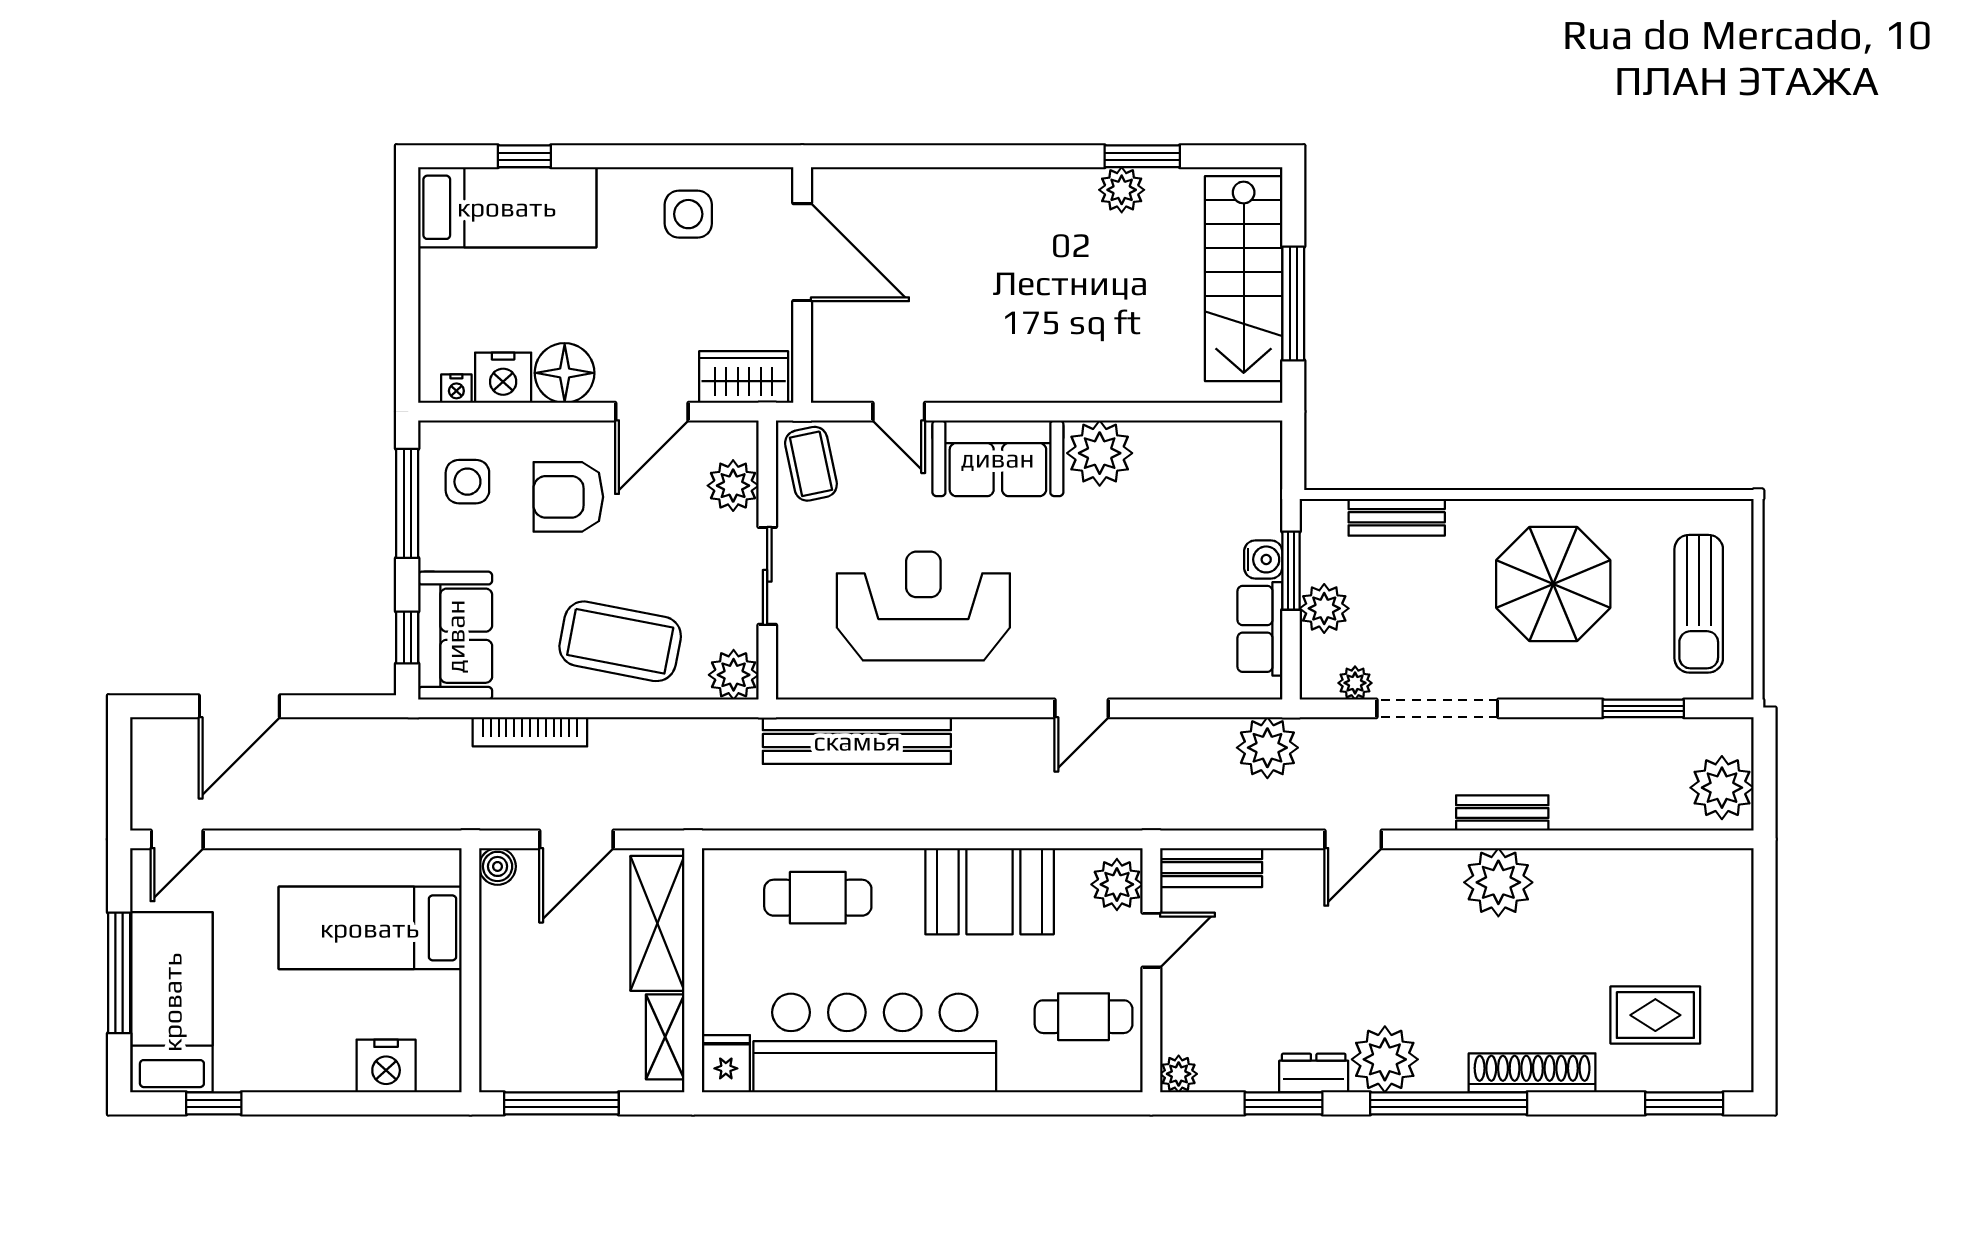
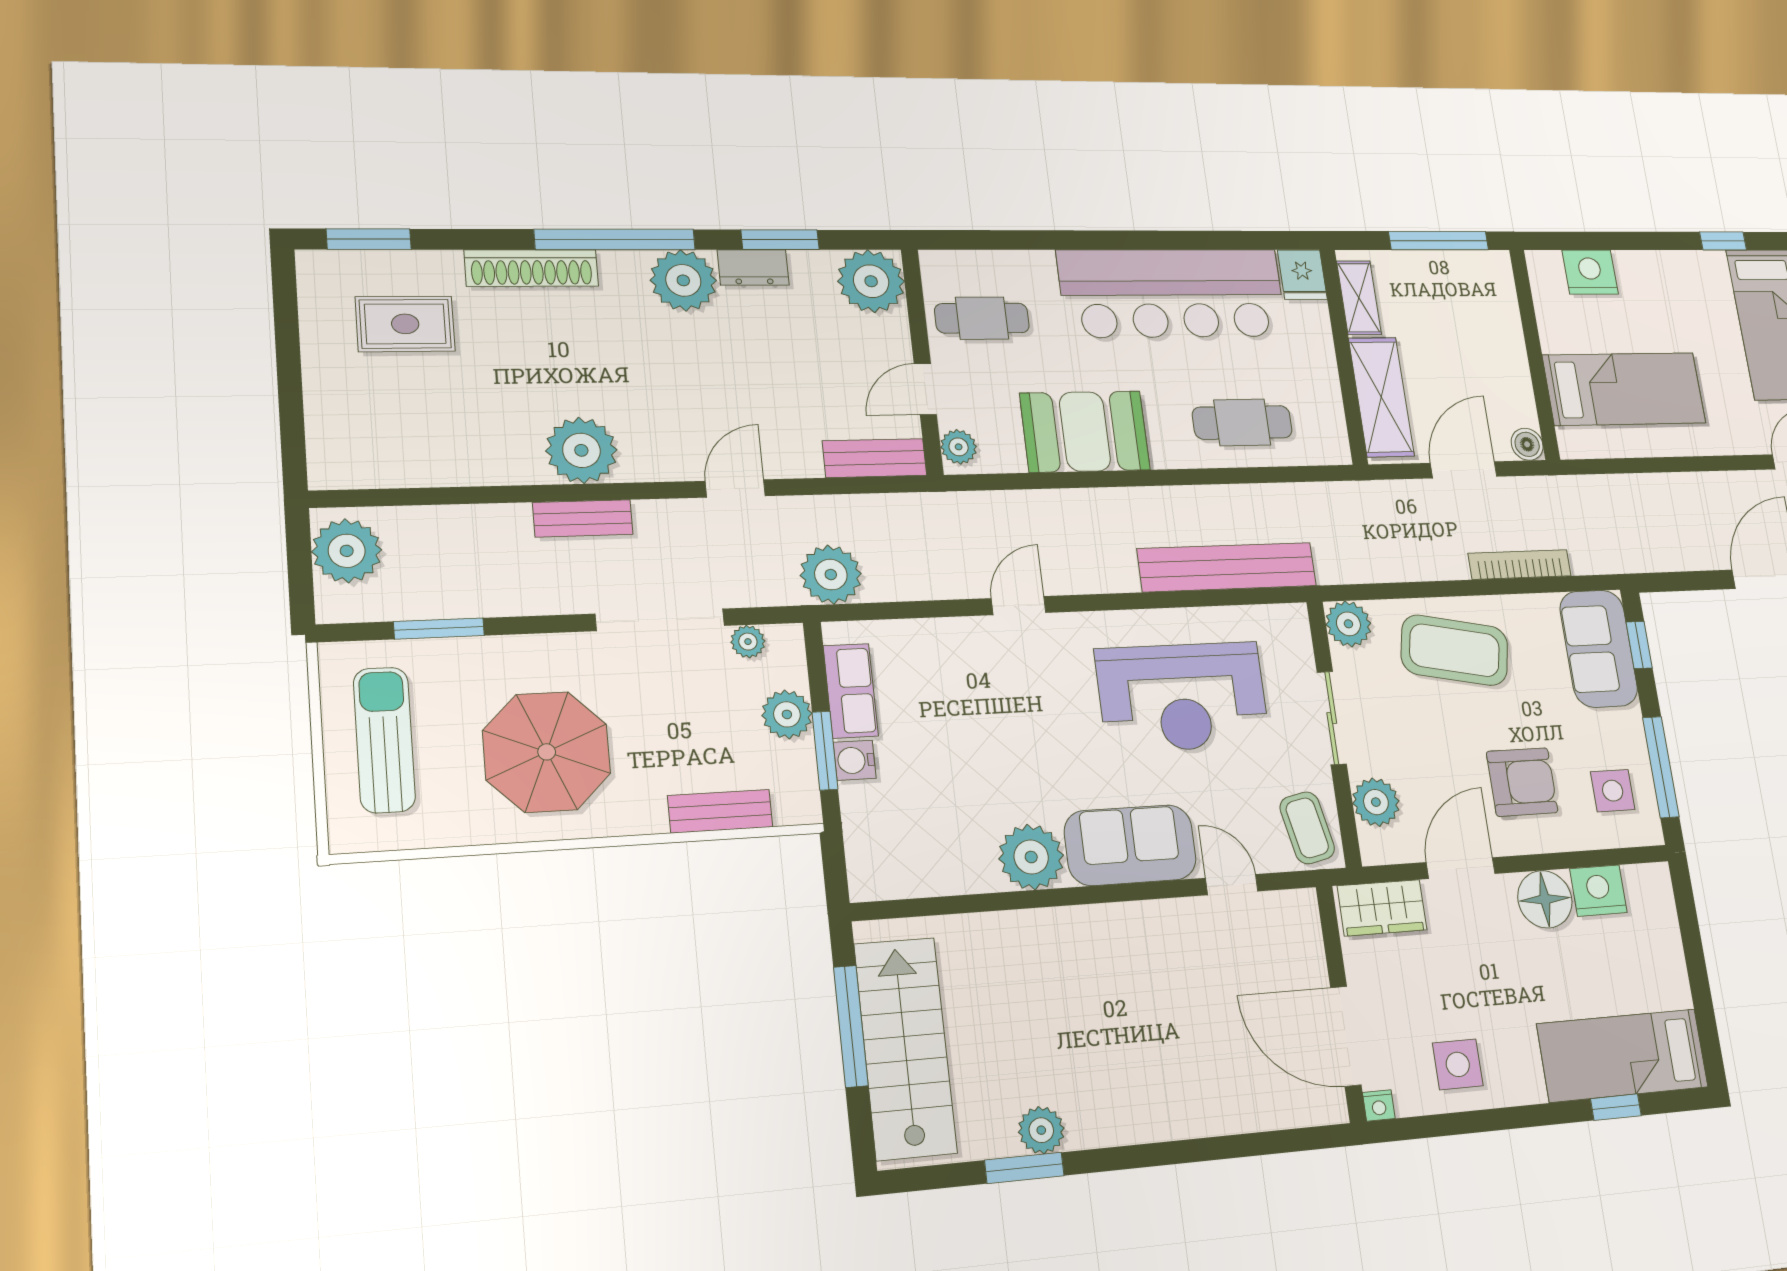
nightstand: (456, 389) -> (1379, 1105), moved, turned 180
plant: (1117, 884) -> (959, 447), width x0.73, depth x0.73
plant: (1179, 1074) -> (871, 281), width x1.87, depth x1.87

